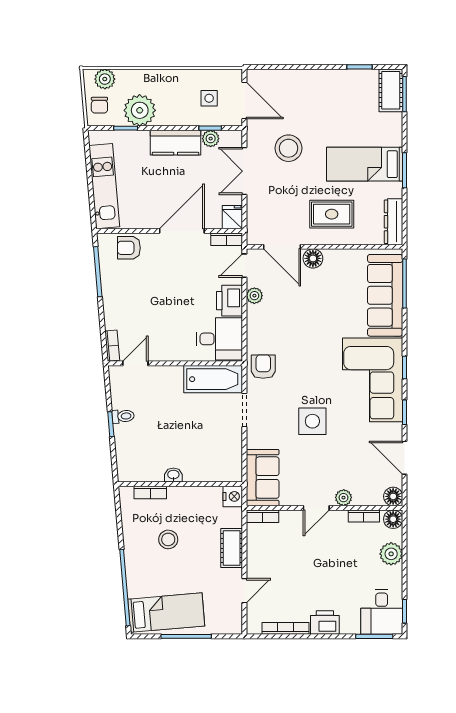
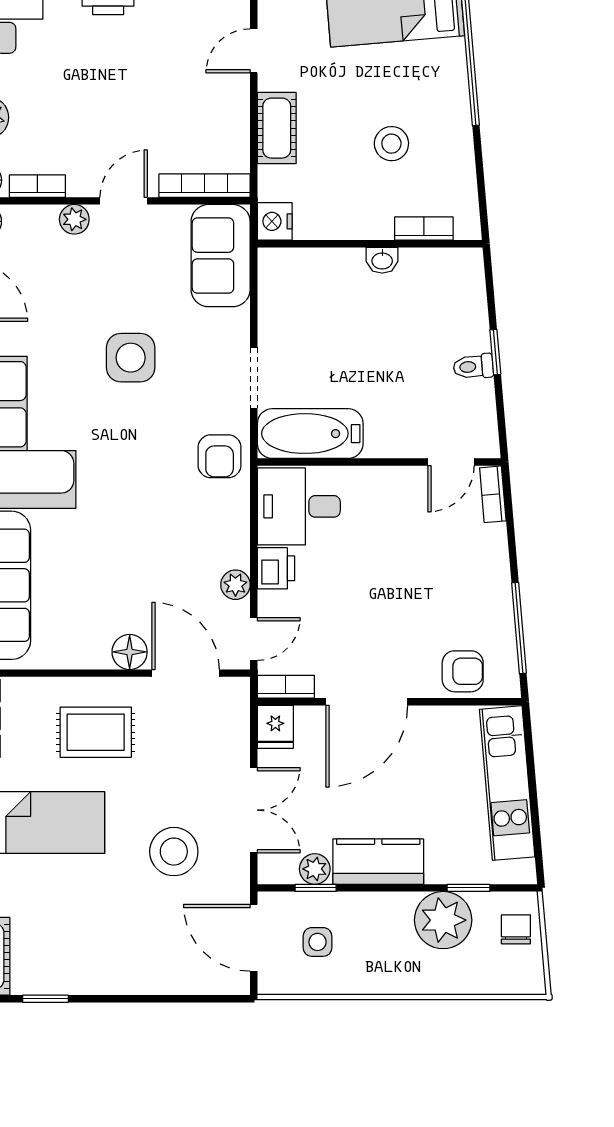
plant: (105, 79) -> (506, 977), removed
printer: (230, 301) -> (276, 568), width x0.73, depth x0.81
bookcase: (262, 516) -> (205, 186), width x1.56

